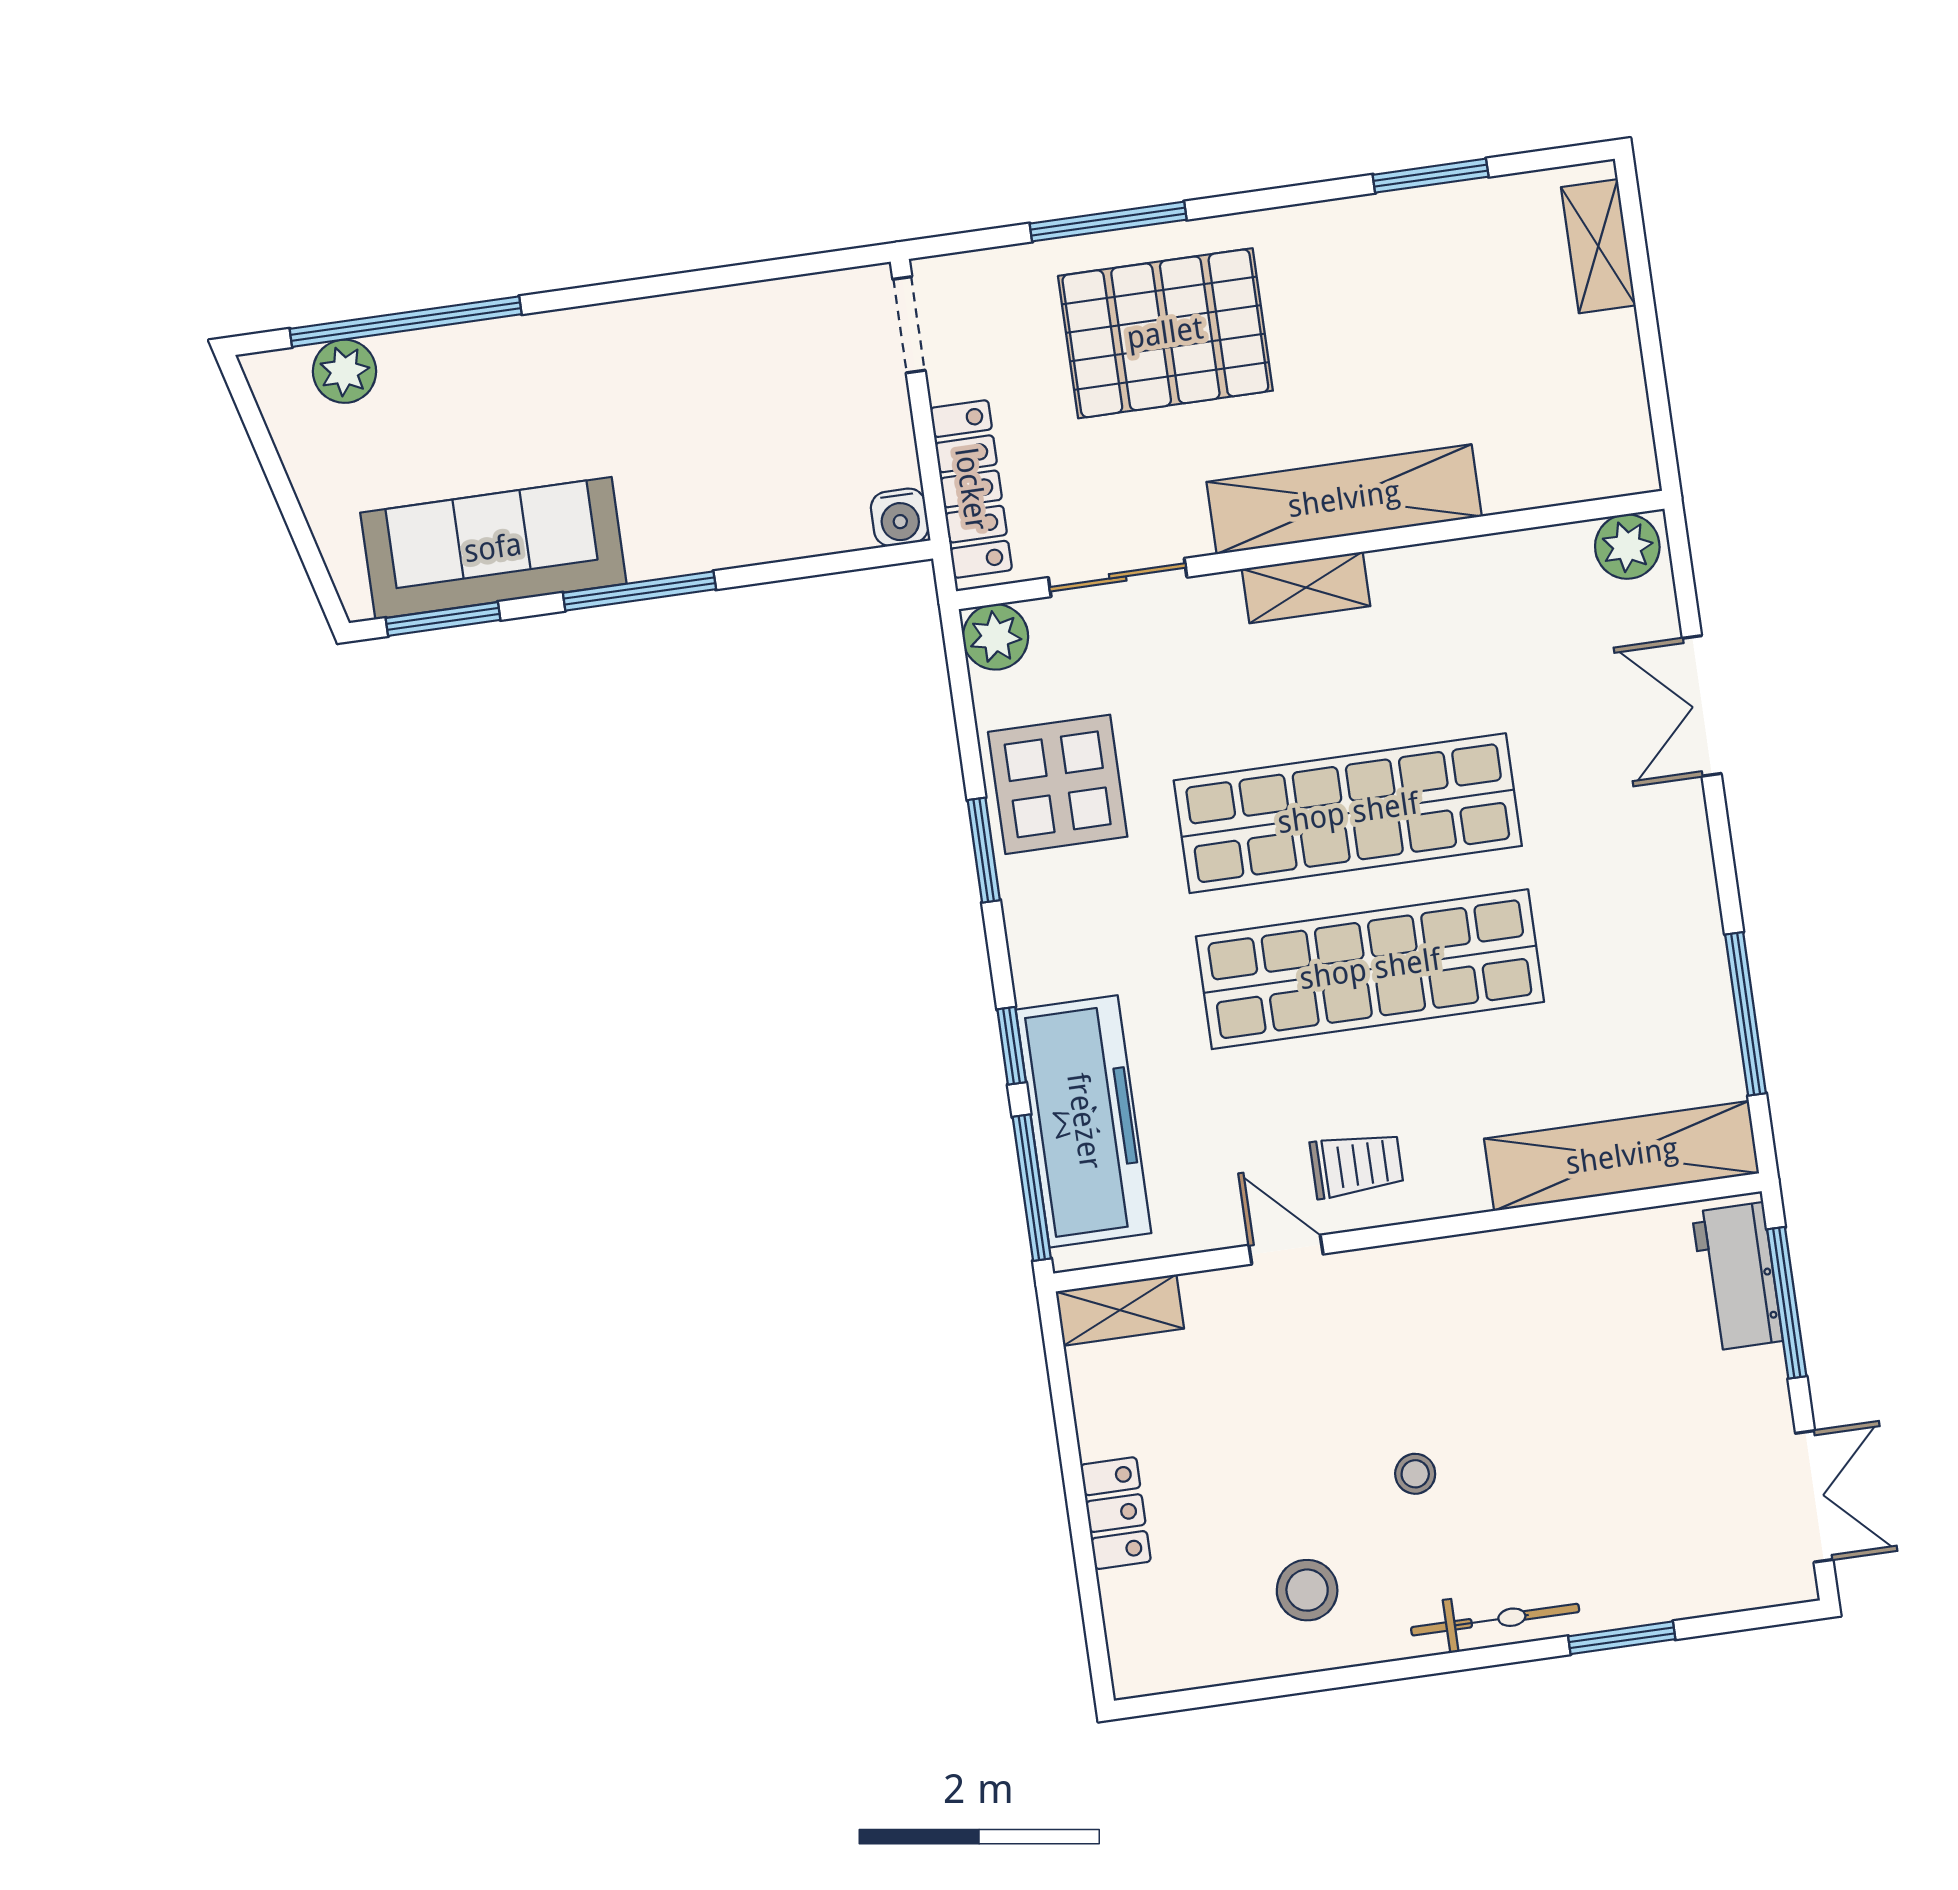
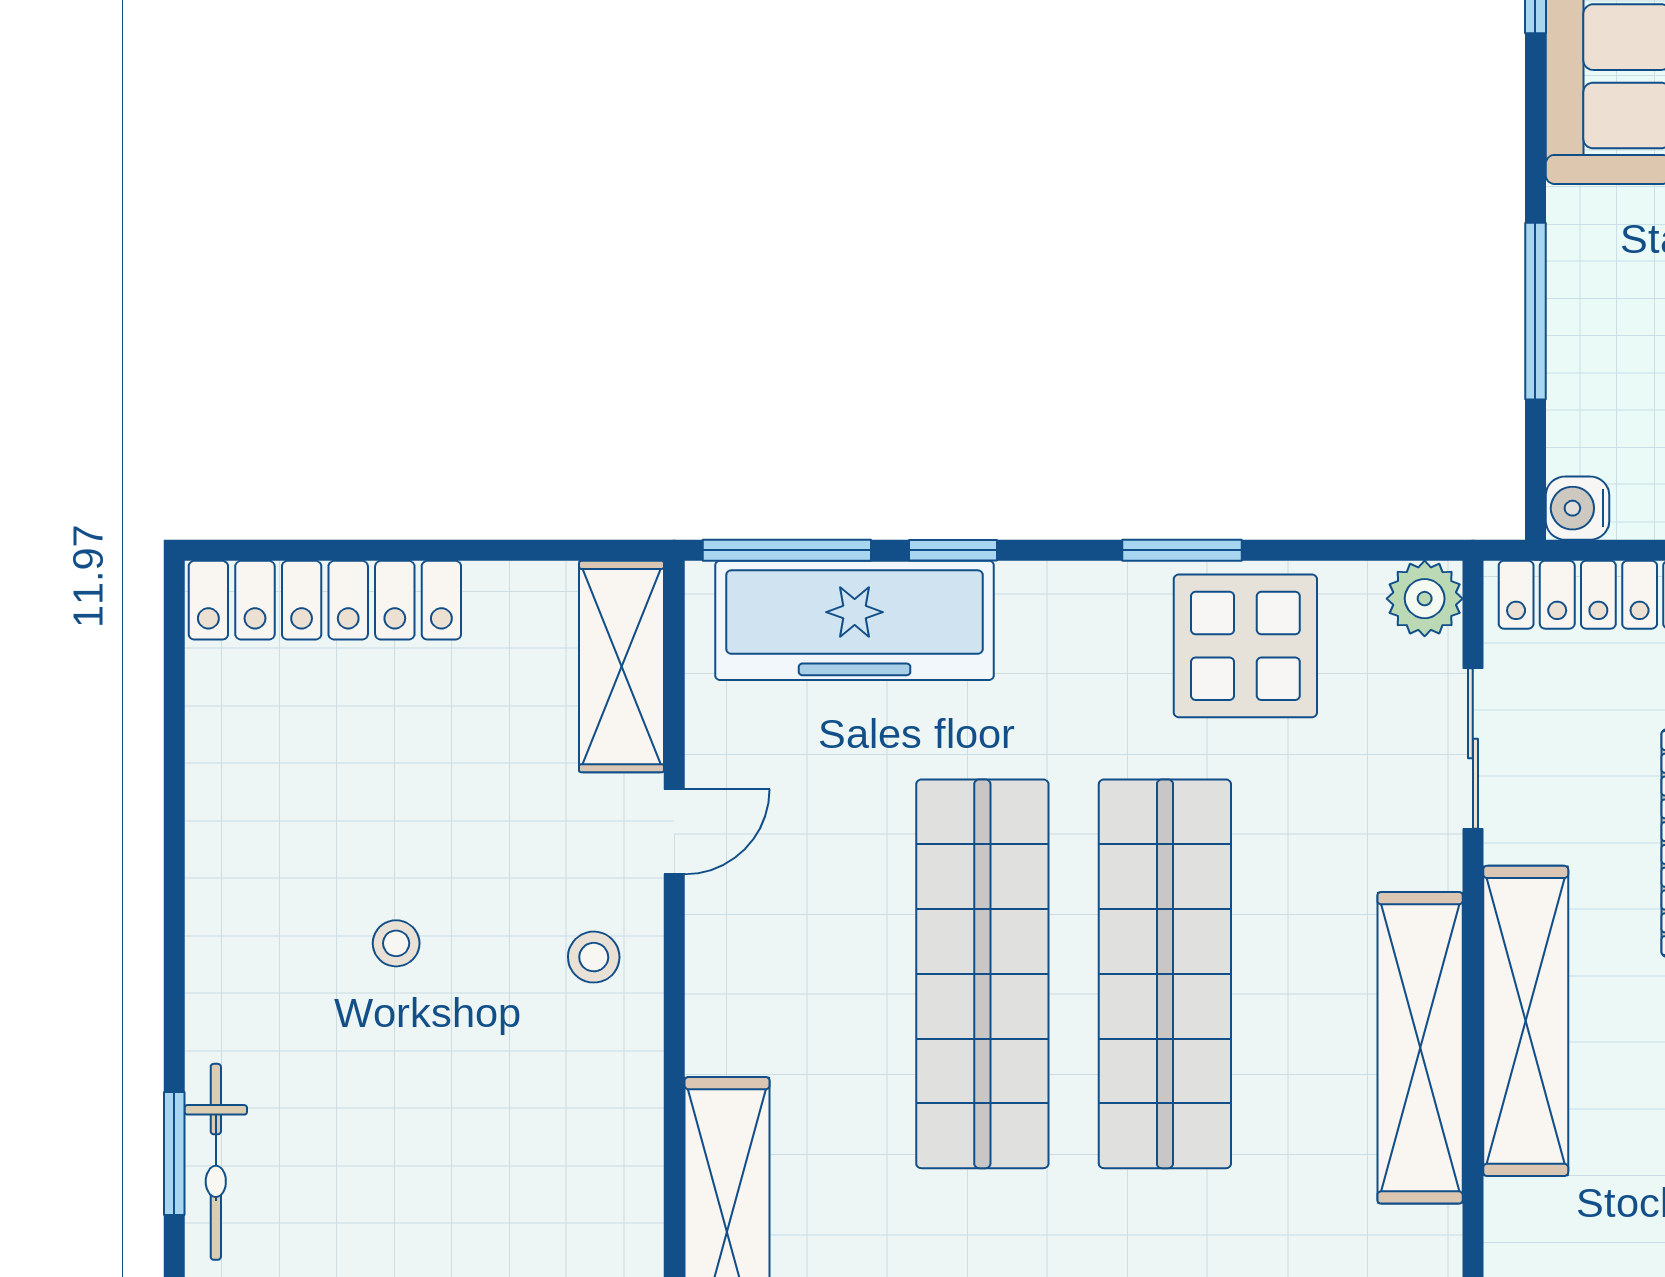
shelving: (1306, 587) -> (1420, 1048), width x2.20, depth x1.33
window: (639, 591) -> (1535, 311), moved
trolley: (1357, 1165) -> (760, 927), removed
shelving: (1120, 1310) -> (622, 667), width x1.50, depth x1.33
locker: (1116, 1513) -> (325, 600), width x2.16, depth x1.21
stool: (1307, 1590) -> (594, 957), moved, width x0.73, depth x0.73
bicycle: (1495, 1620) -> (216, 1162), moved

